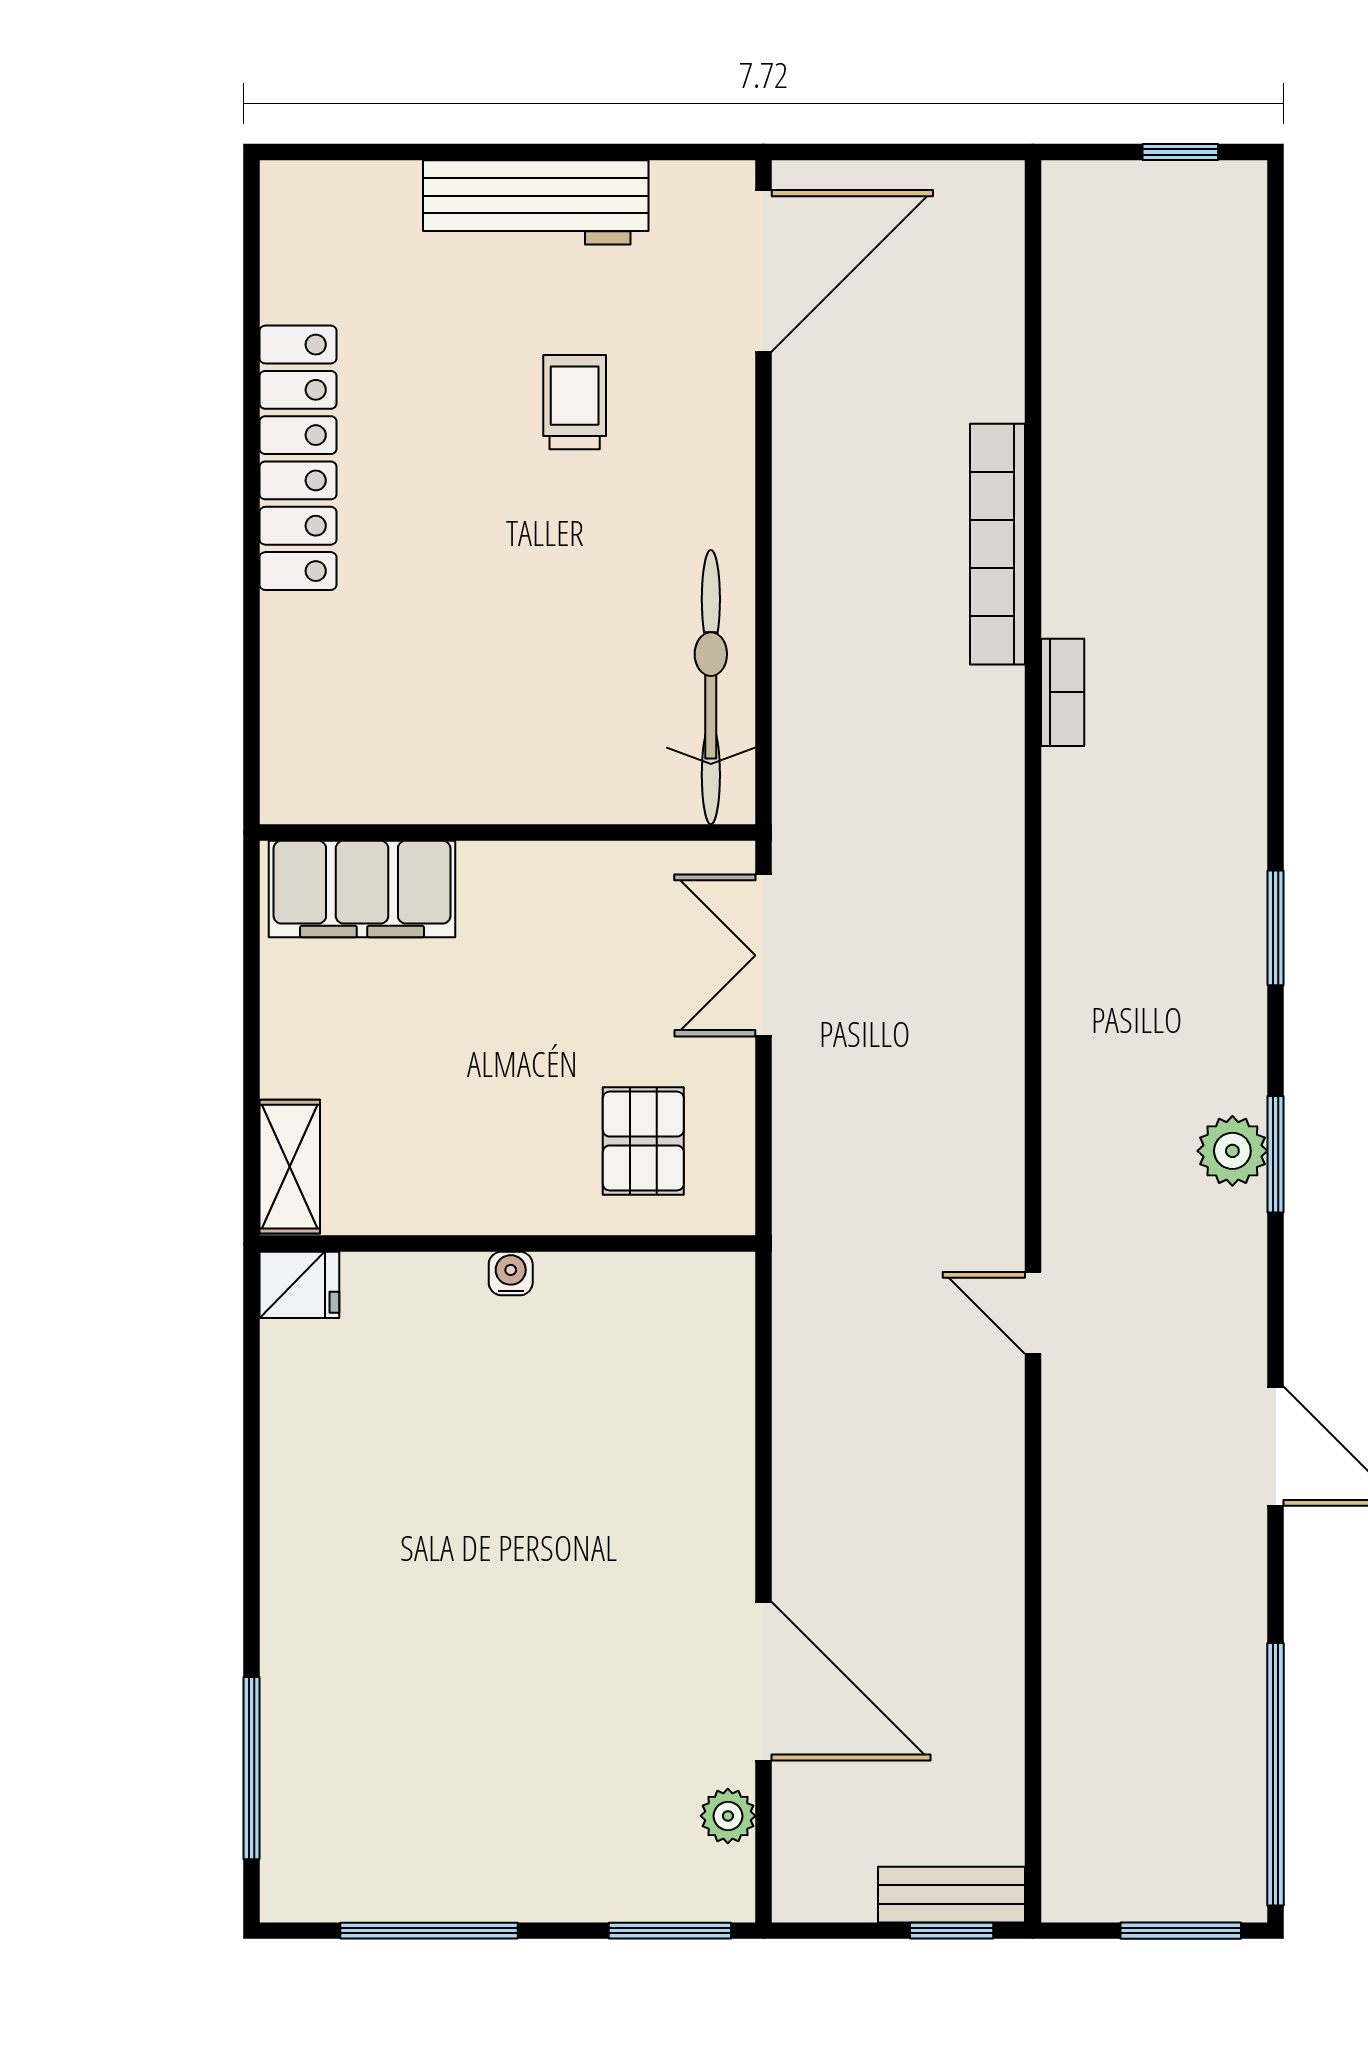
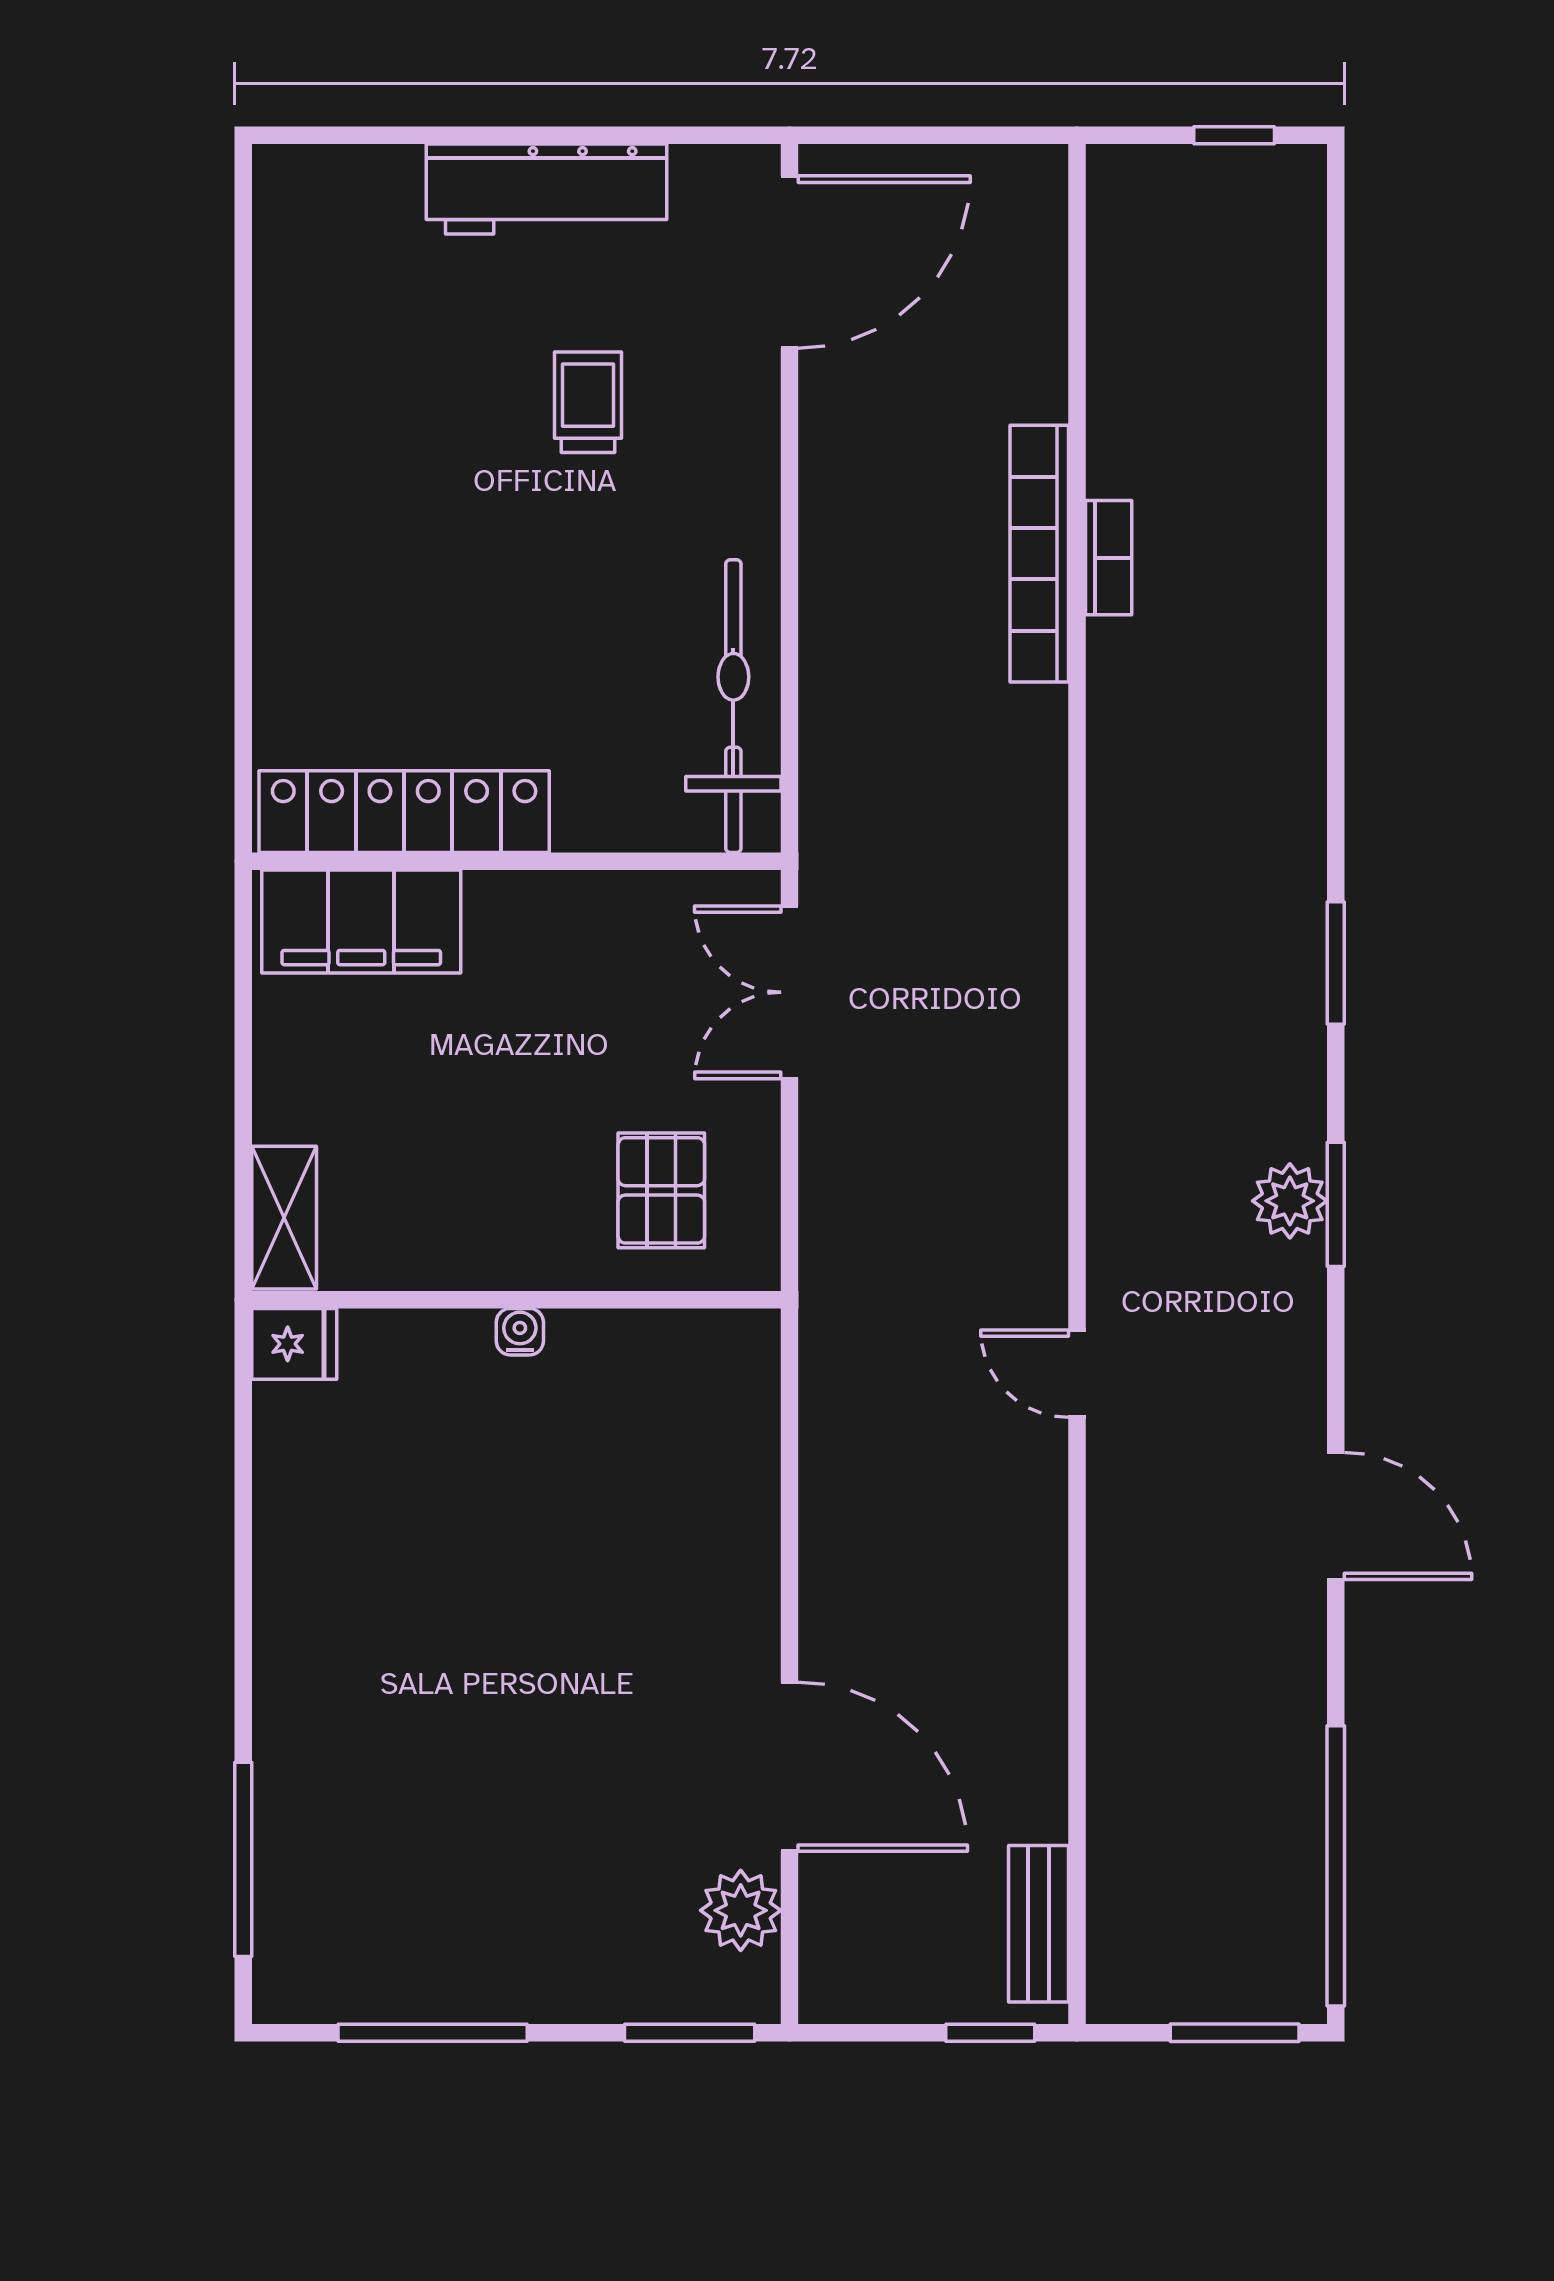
locker: (298, 458) -> (404, 812), moved, turned -90
bookcase: (1063, 692) -> (1109, 558), moved
plant: (728, 1816) -> (741, 1910), width x1.38, depth x1.38
bench: (951, 1895) -> (1039, 1924), moved, turned 90

